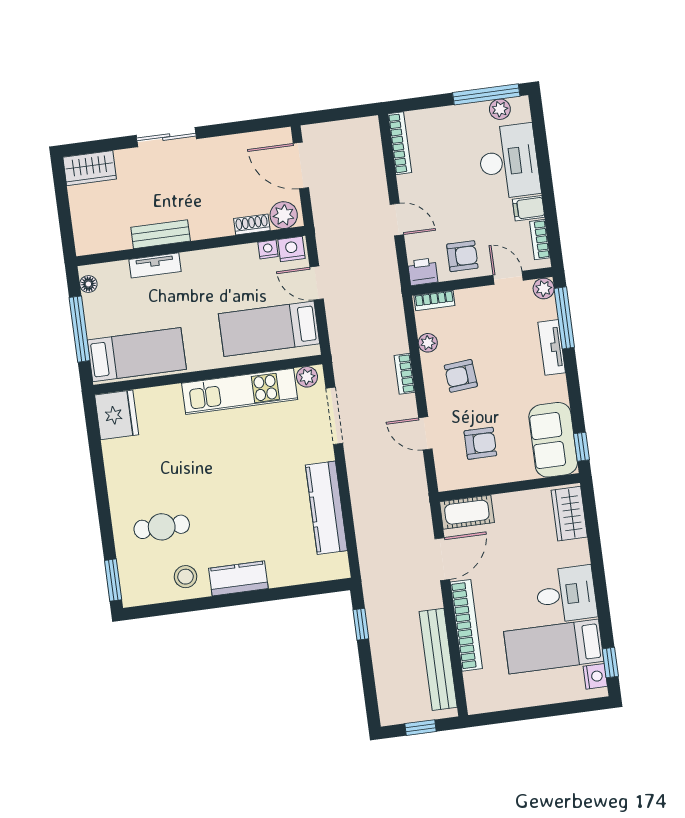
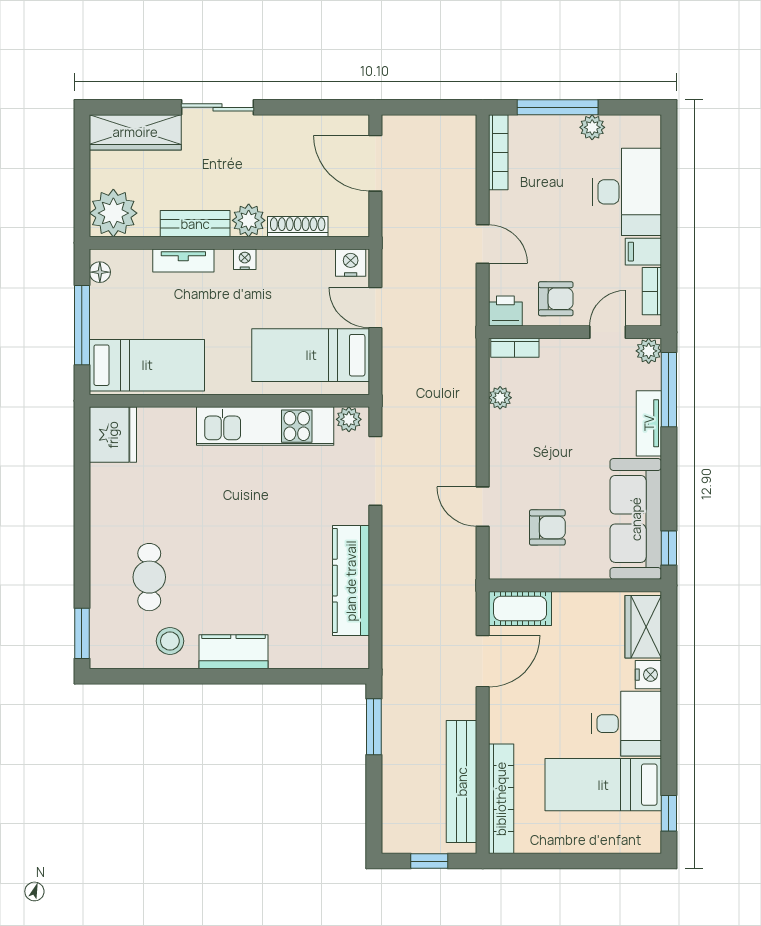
window: (486, 94) -> (558, 107), moved
plant: (500, 109) -> (592, 127), moved
wardrobe: (90, 168) -> (135, 132), width x1.50
plant: (284, 215) -> (249, 220), moved
shoe rack: (252, 225) -> (298, 227), width x1.43
plant: (93, 234) -> (113, 213), added
nightstand: (268, 249) -> (245, 259), moved
door: (508, 278) -> (608, 332), hinge flipped
bookcase: (405, 374) -> (467, 431), removed
armchair: (461, 376) -> (535, 443), removed
sofa: (553, 440) -> (636, 519), width x1.36
cafe table: (162, 527) -> (149, 577), turned 90
window: (361, 624) -> (374, 727), width x1.50
bookcase: (466, 625) -> (501, 799), moved
nightstand: (595, 676) -> (648, 675), moved

